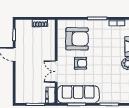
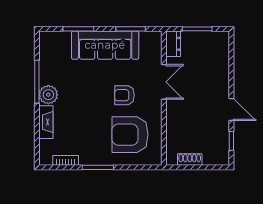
sofa: (78, 94) -> (105, 45), moved

